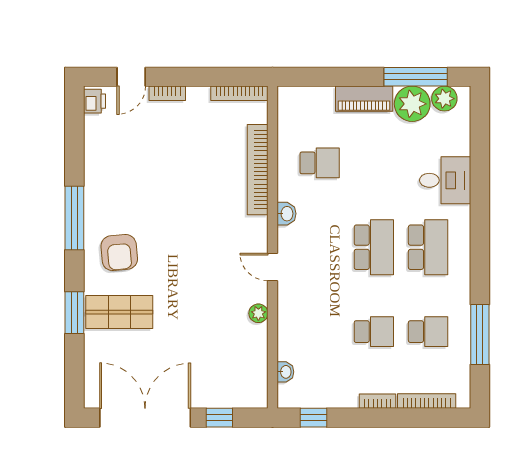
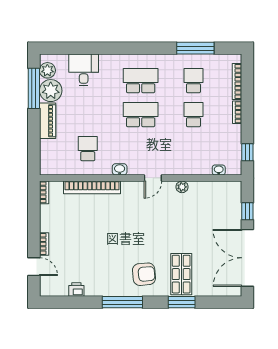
bookcase: (239, 93) -> (44, 192), width x0.64
printer: (95, 101) -> (76, 290), moved
desk: (445, 180) -> (84, 70), moved

